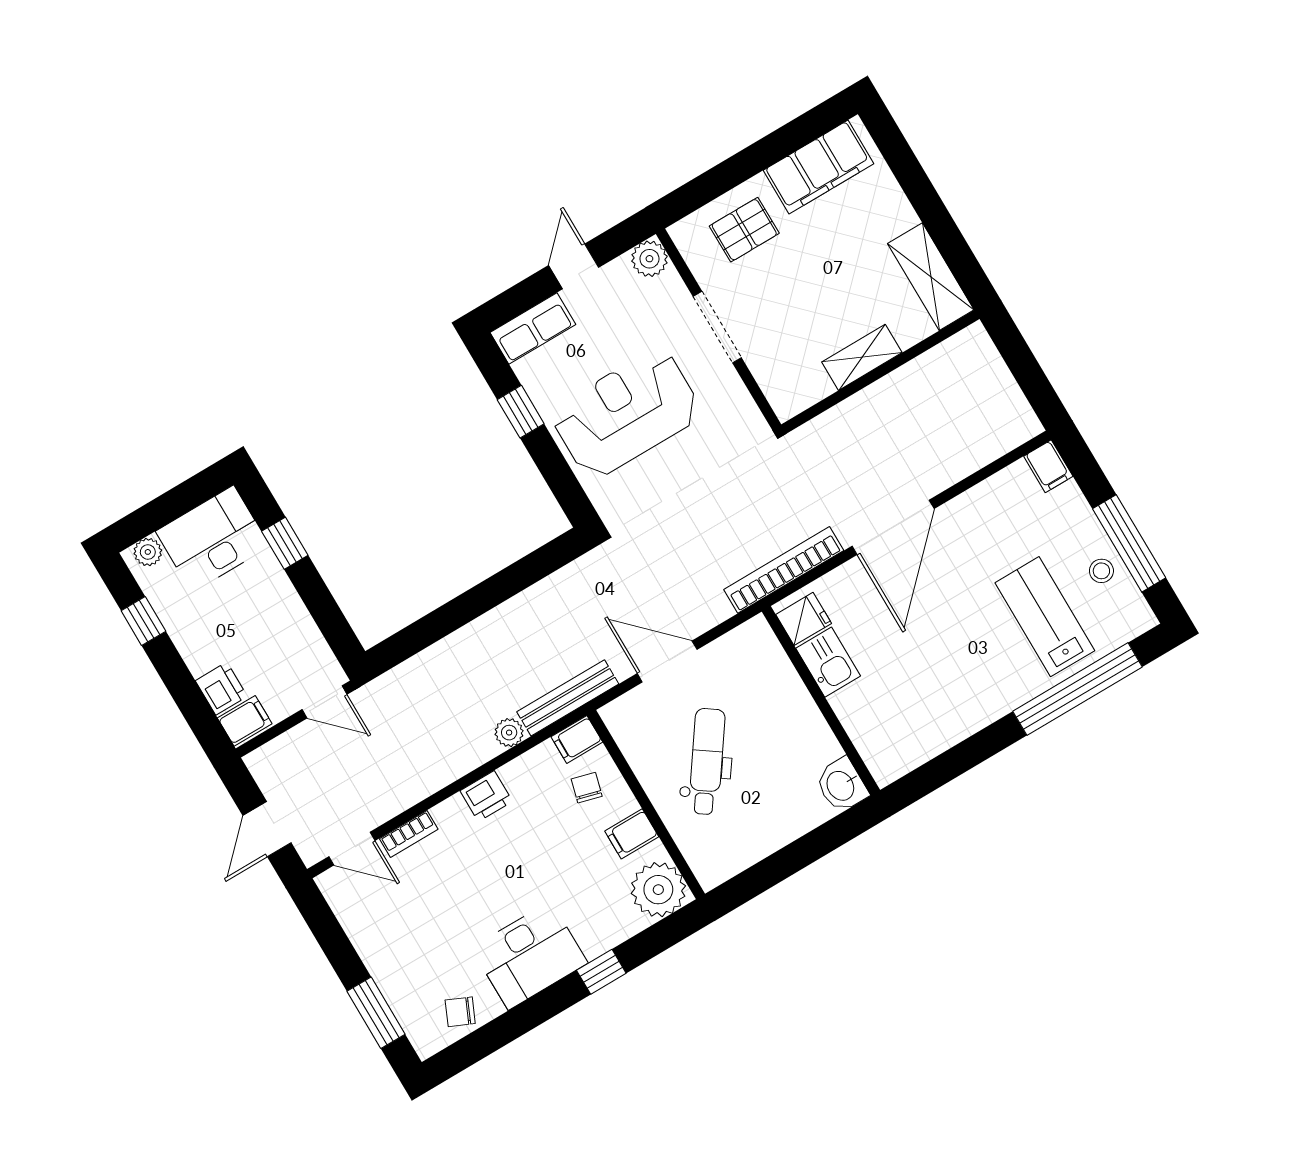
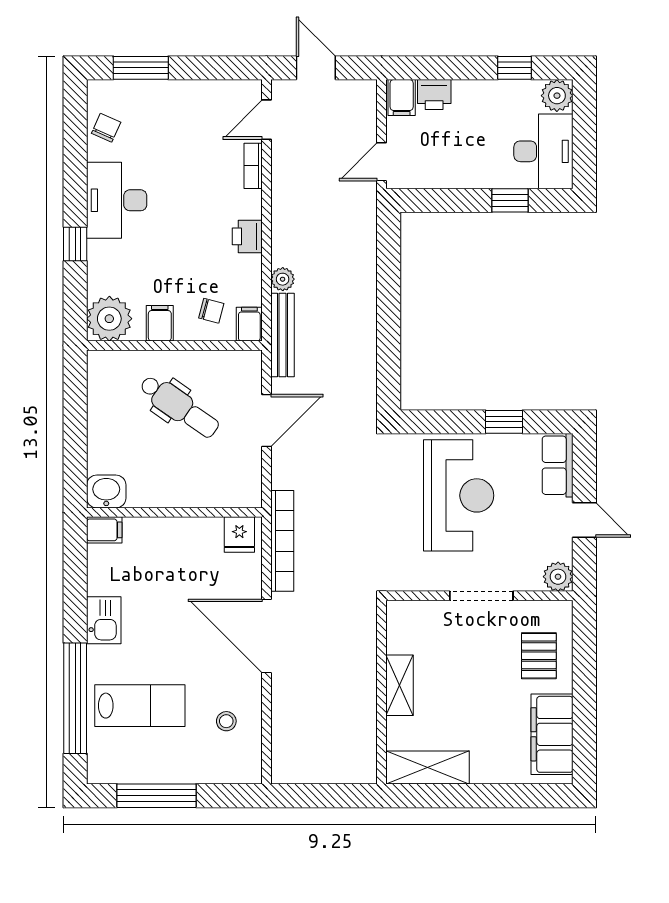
filing cabinet: (1048, 466) -> (104, 530), moved, turned 180
plant: (148, 552) -> (557, 96), width x1.38, depth x1.38
stool: (1101, 571) -> (226, 721), moved
kitchen sink: (828, 662) -> (104, 620), moved, turned -90

